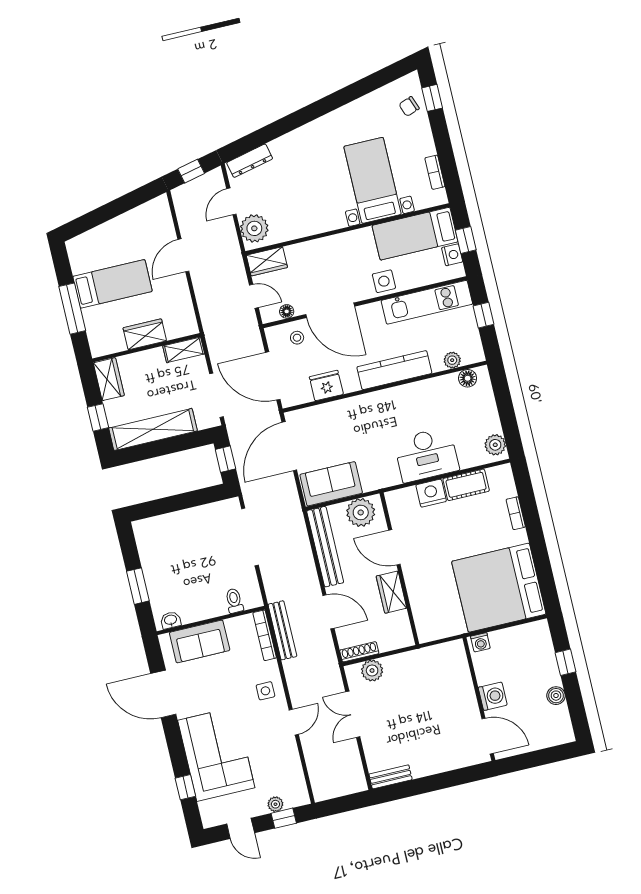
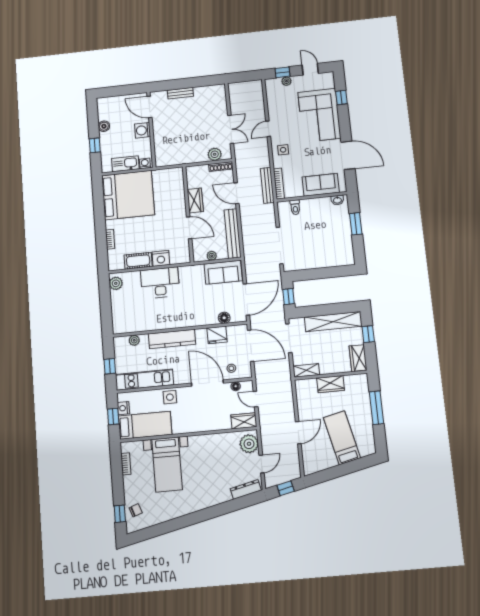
bed: (113, 284) -> (342, 438), moved, turned 77
floor lamp: (468, 378) -> (224, 318), moved
plant: (361, 512) -> (212, 256), width x0.53, depth x0.53
kitchen sink: (511, 638) -> (125, 164), added
bench: (391, 777) -> (180, 93), moved

